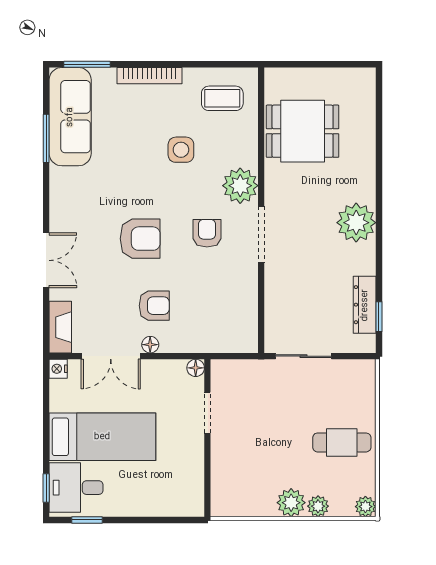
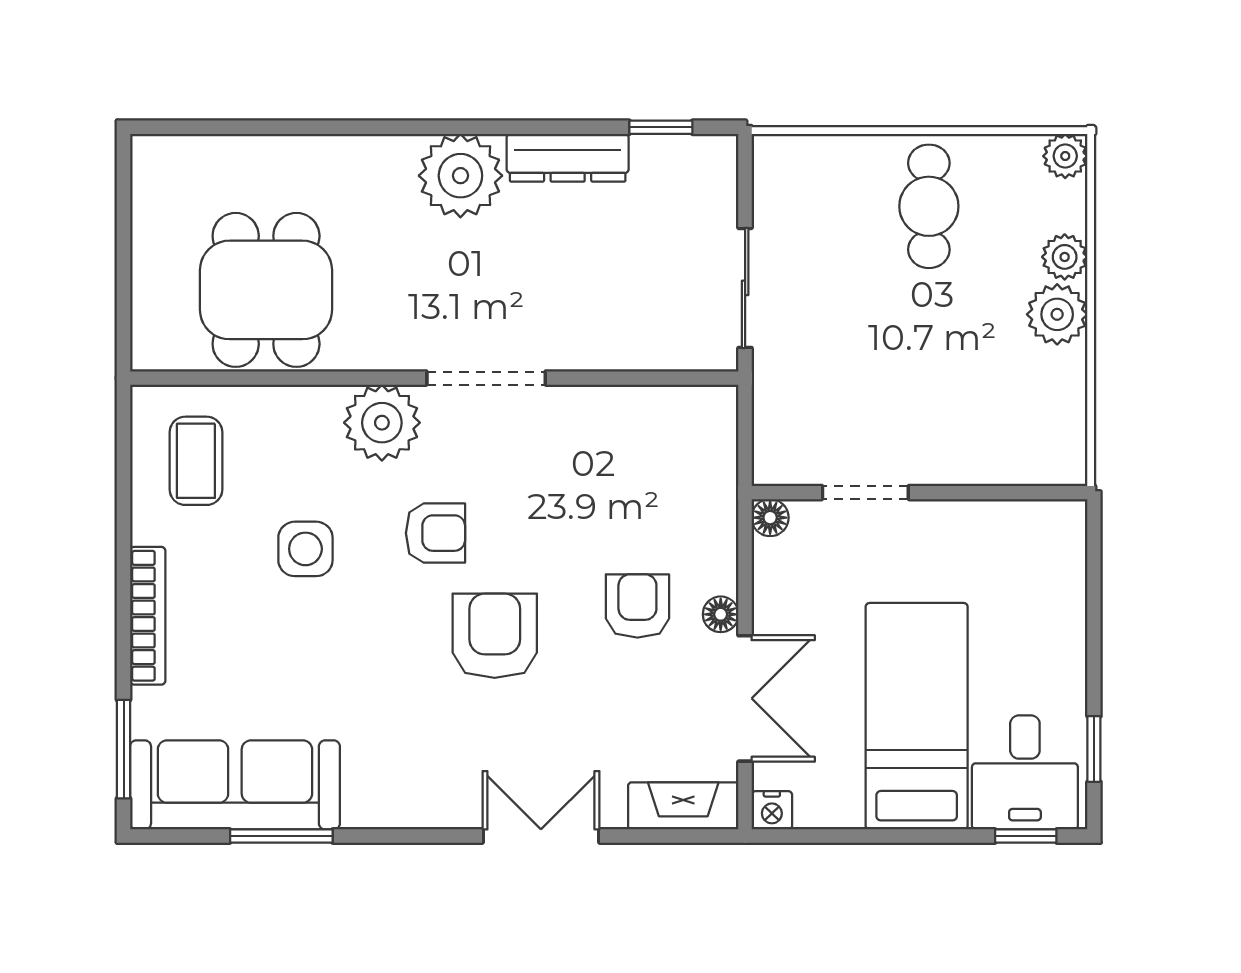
armchair: (207, 233) -> (435, 533), moved, turned 180
dresser: (365, 305) -> (568, 158), moved

